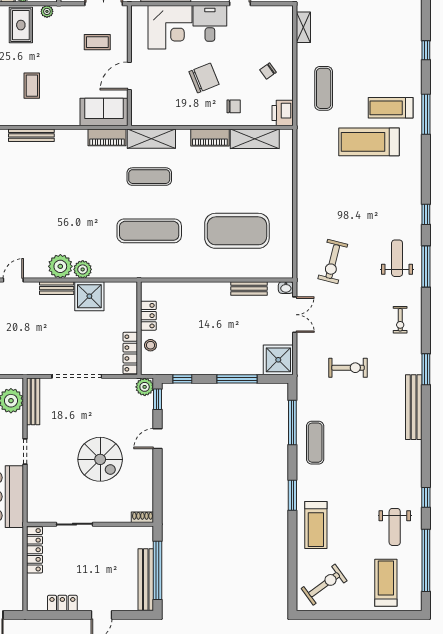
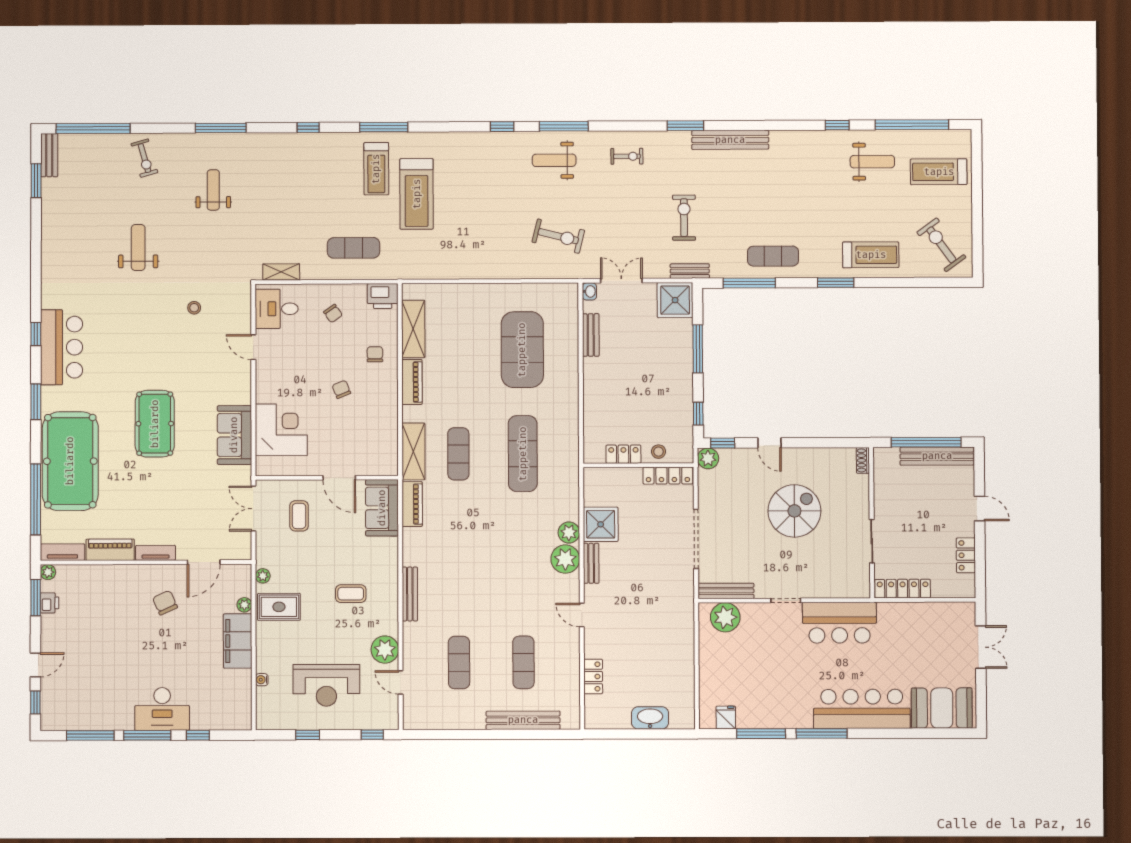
desk: (210, 23) -> (277, 309), moved
chair: (204, 78) -> (341, 389), width x0.54, depth x0.54
bench: (303, 372) -> (690, 271), added

